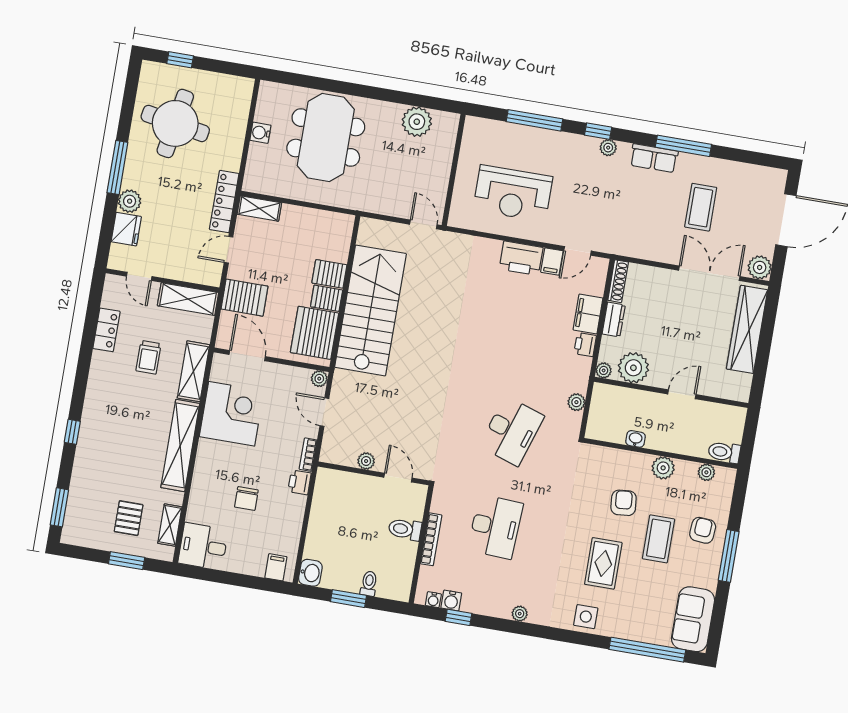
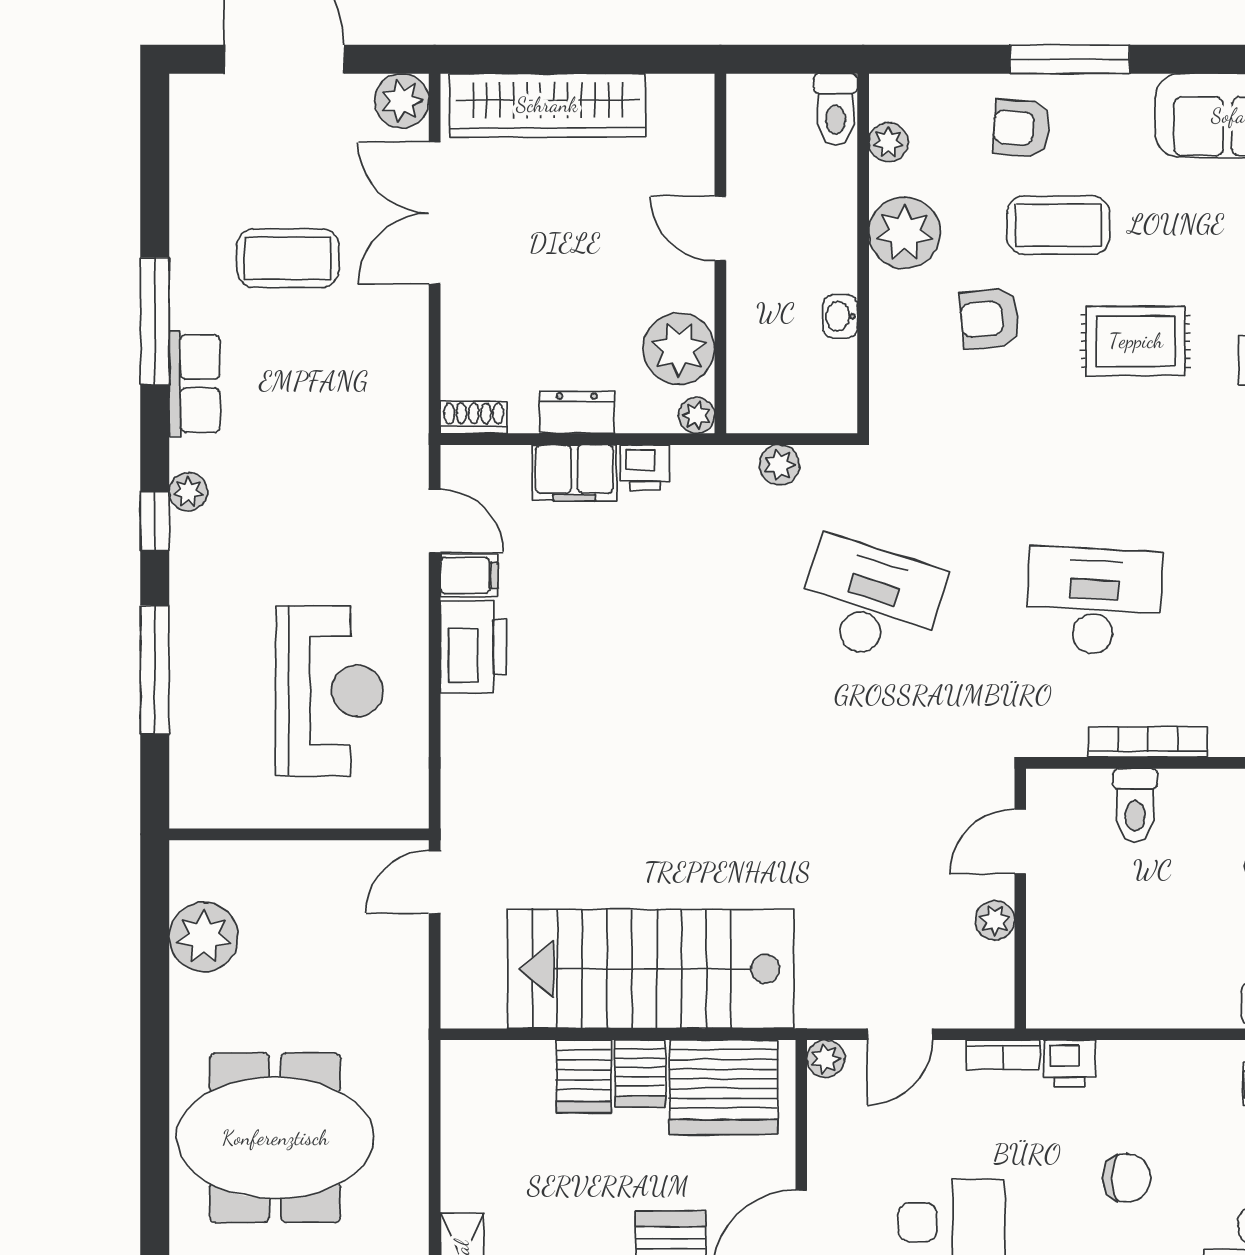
shoe rack: (618, 281) -> (474, 417), width x0.70
plant: (663, 468) -> (905, 233), width x1.36, depth x1.36

